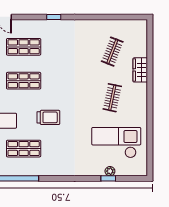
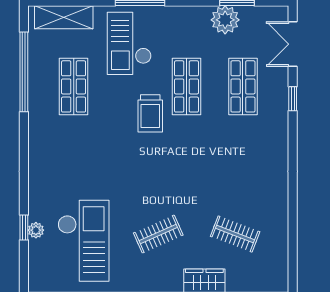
window: (54, 17) -> (293, 99), moved
clothes rail: (112, 98) -> (158, 234), turned -36
trolley: (48, 117) -> (150, 113), moved

